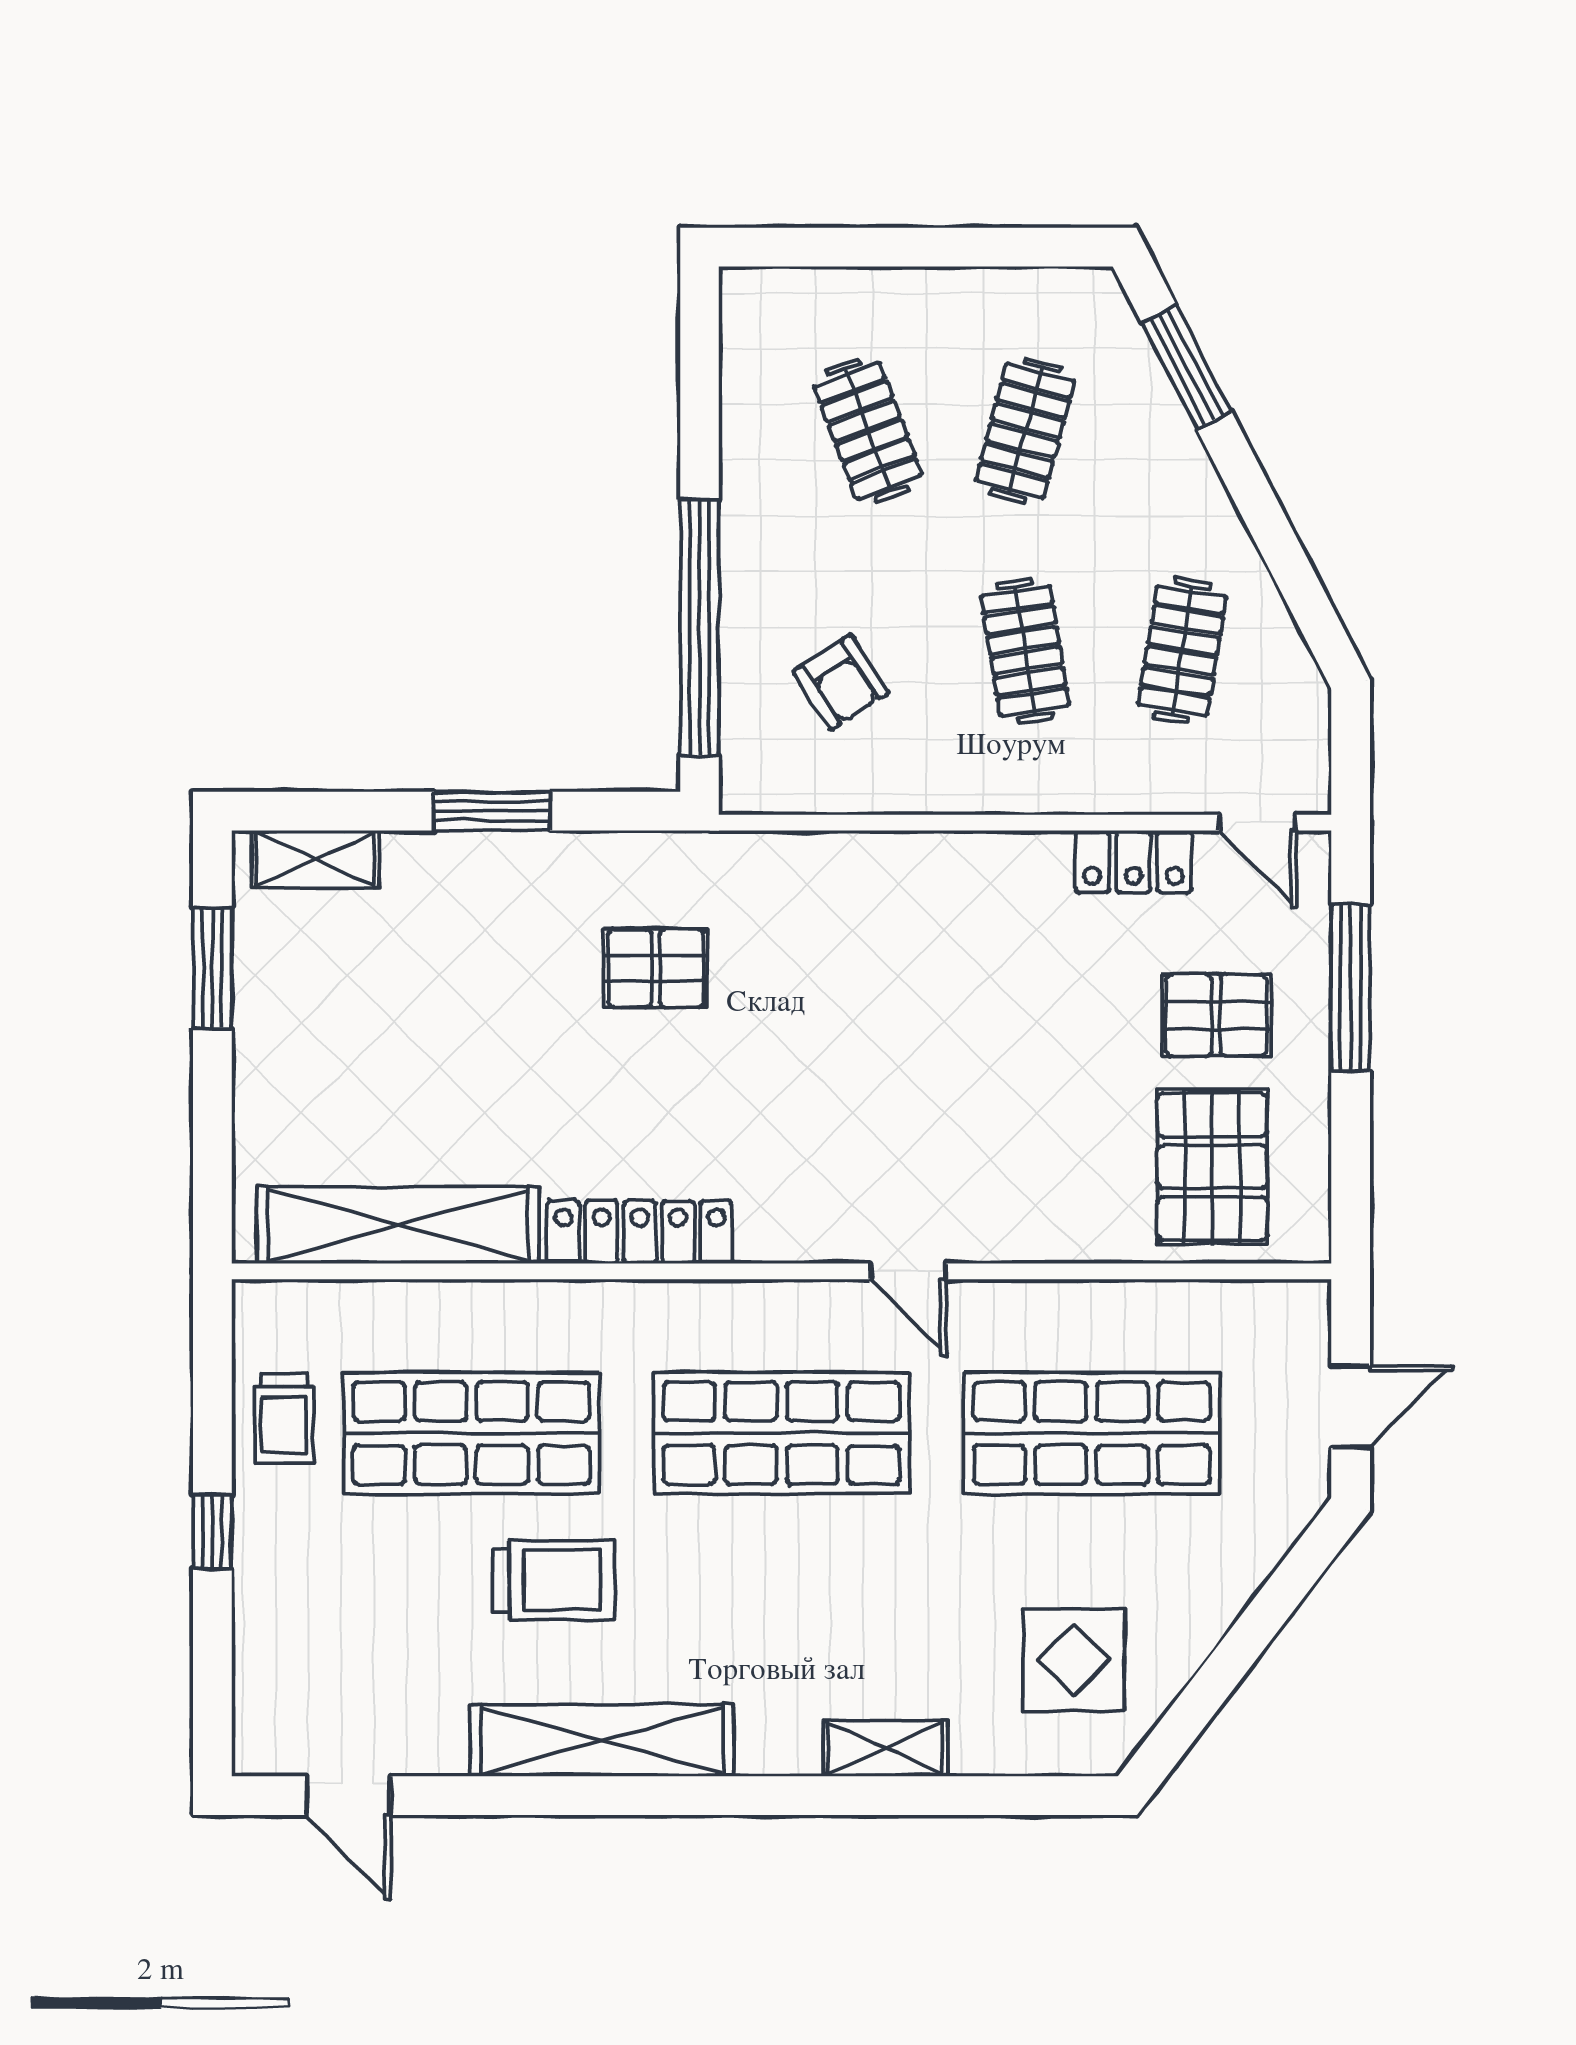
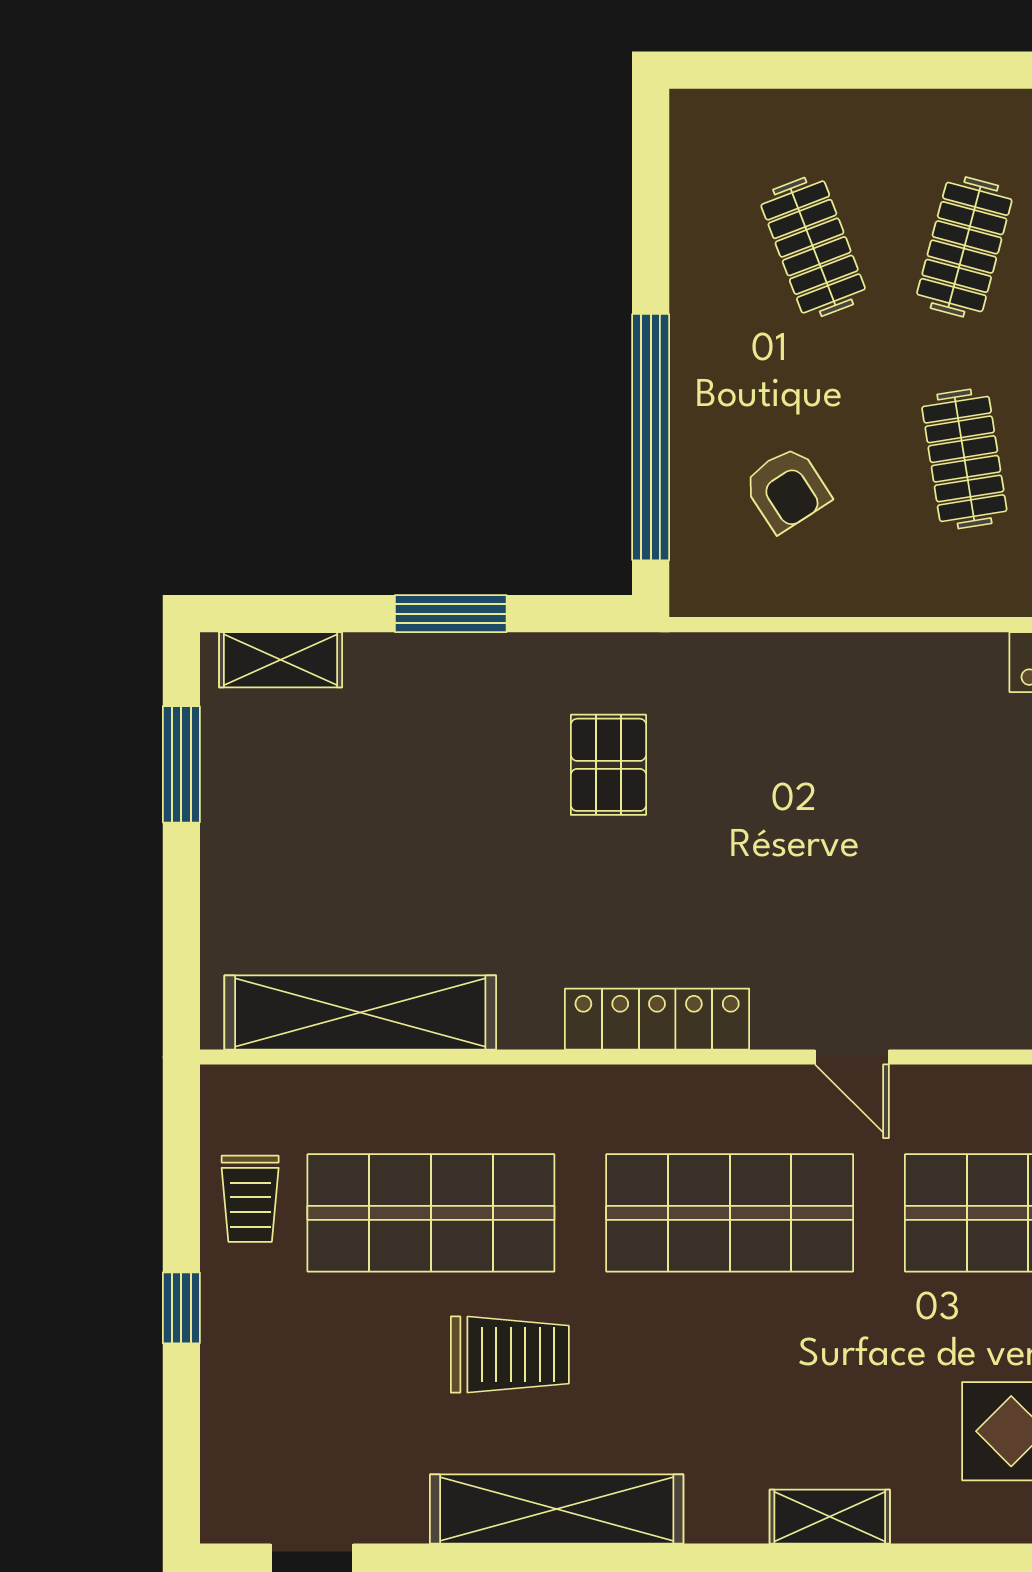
pallet: (656, 968) -> (608, 765), turned 90
locker: (640, 1232) -> (657, 1019), moved

